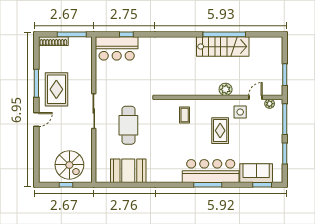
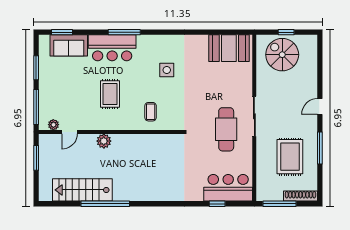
stairs: (223, 47) -> (82, 190), moved
rug: (56, 89) -> (290, 157), moved
side table: (240, 112) -> (167, 70), moved
cafe table: (128, 125) -> (226, 129), moved
booth: (128, 171) -> (229, 48), moved
bar counter: (211, 171) -> (112, 48), width x0.73

